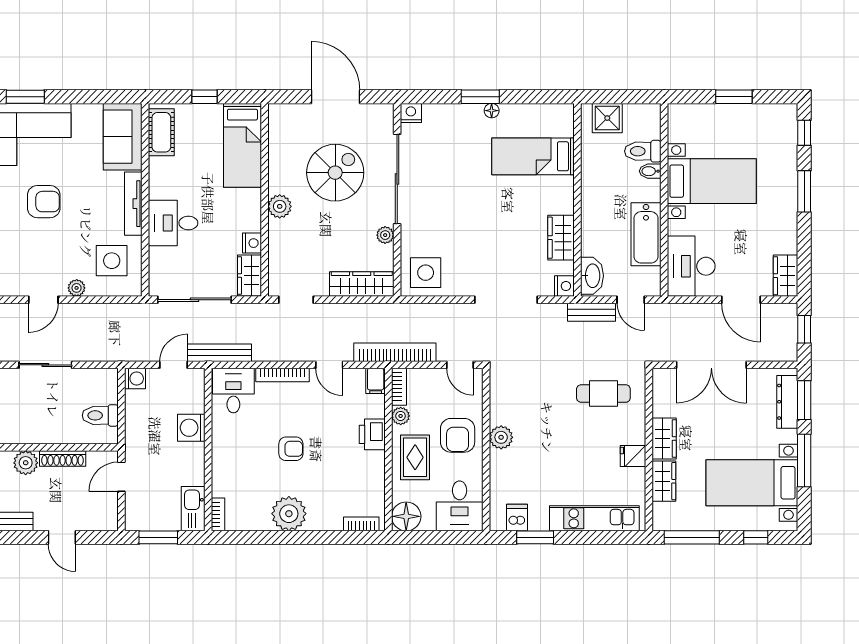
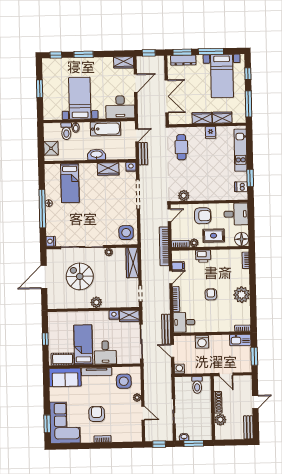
window: (480, 97) -> (42, 209), width x2.11
bed: (242, 145) -> (83, 345), moved, turned -90
washbasin: (592, 276) -> (97, 155), moved
filing cabinet: (376, 381) -> (178, 266), moved
plant: (501, 437) -> (184, 196), moved

